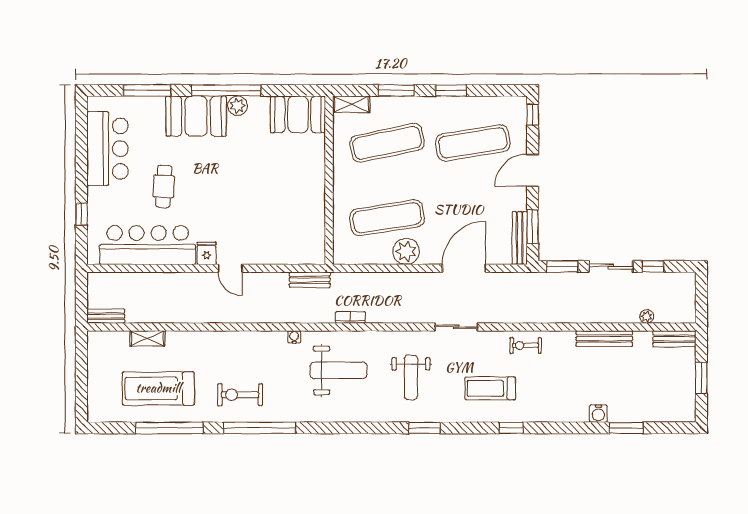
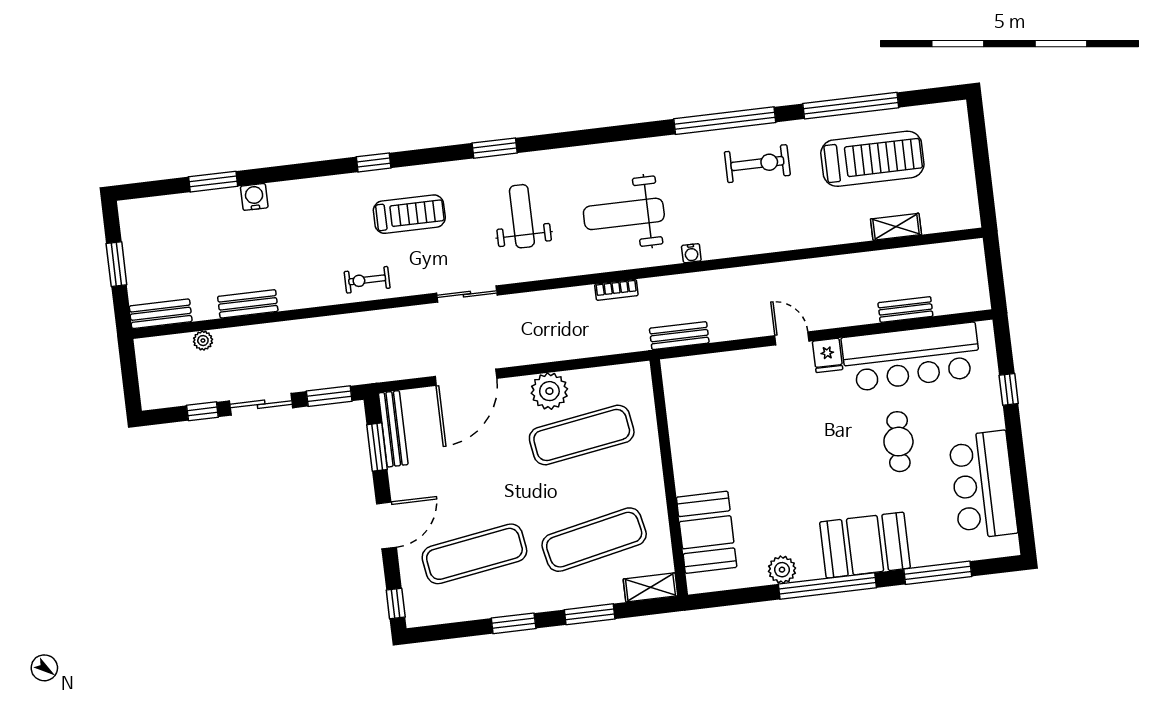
plant: (238, 106) -> (782, 570), moved
booth: (298, 114) -> (707, 532), moved, turned 90
bench: (106, 316) -> (905, 309), moved
bench: (604, 339) -> (248, 304), width x0.73
exercise bike: (526, 345) -> (367, 280), turned 180

